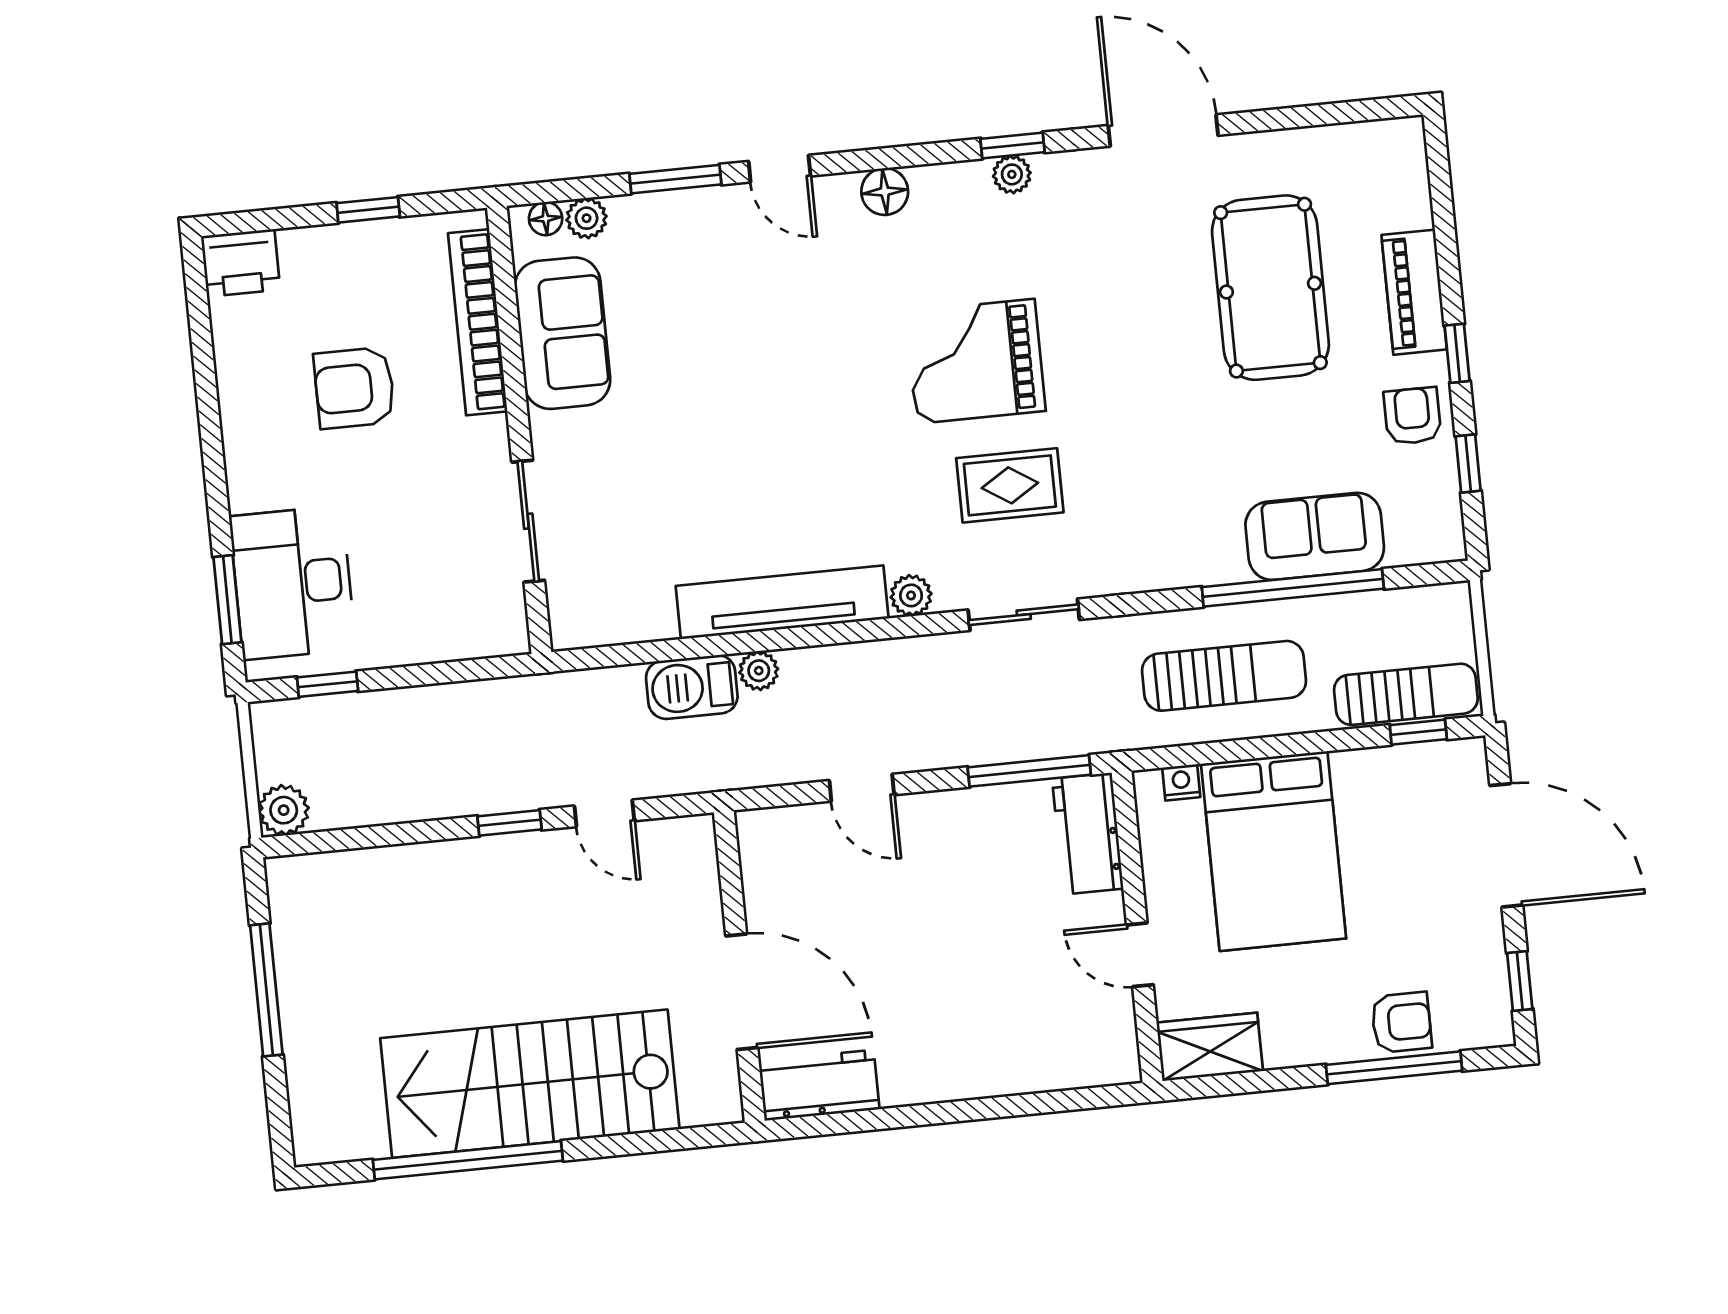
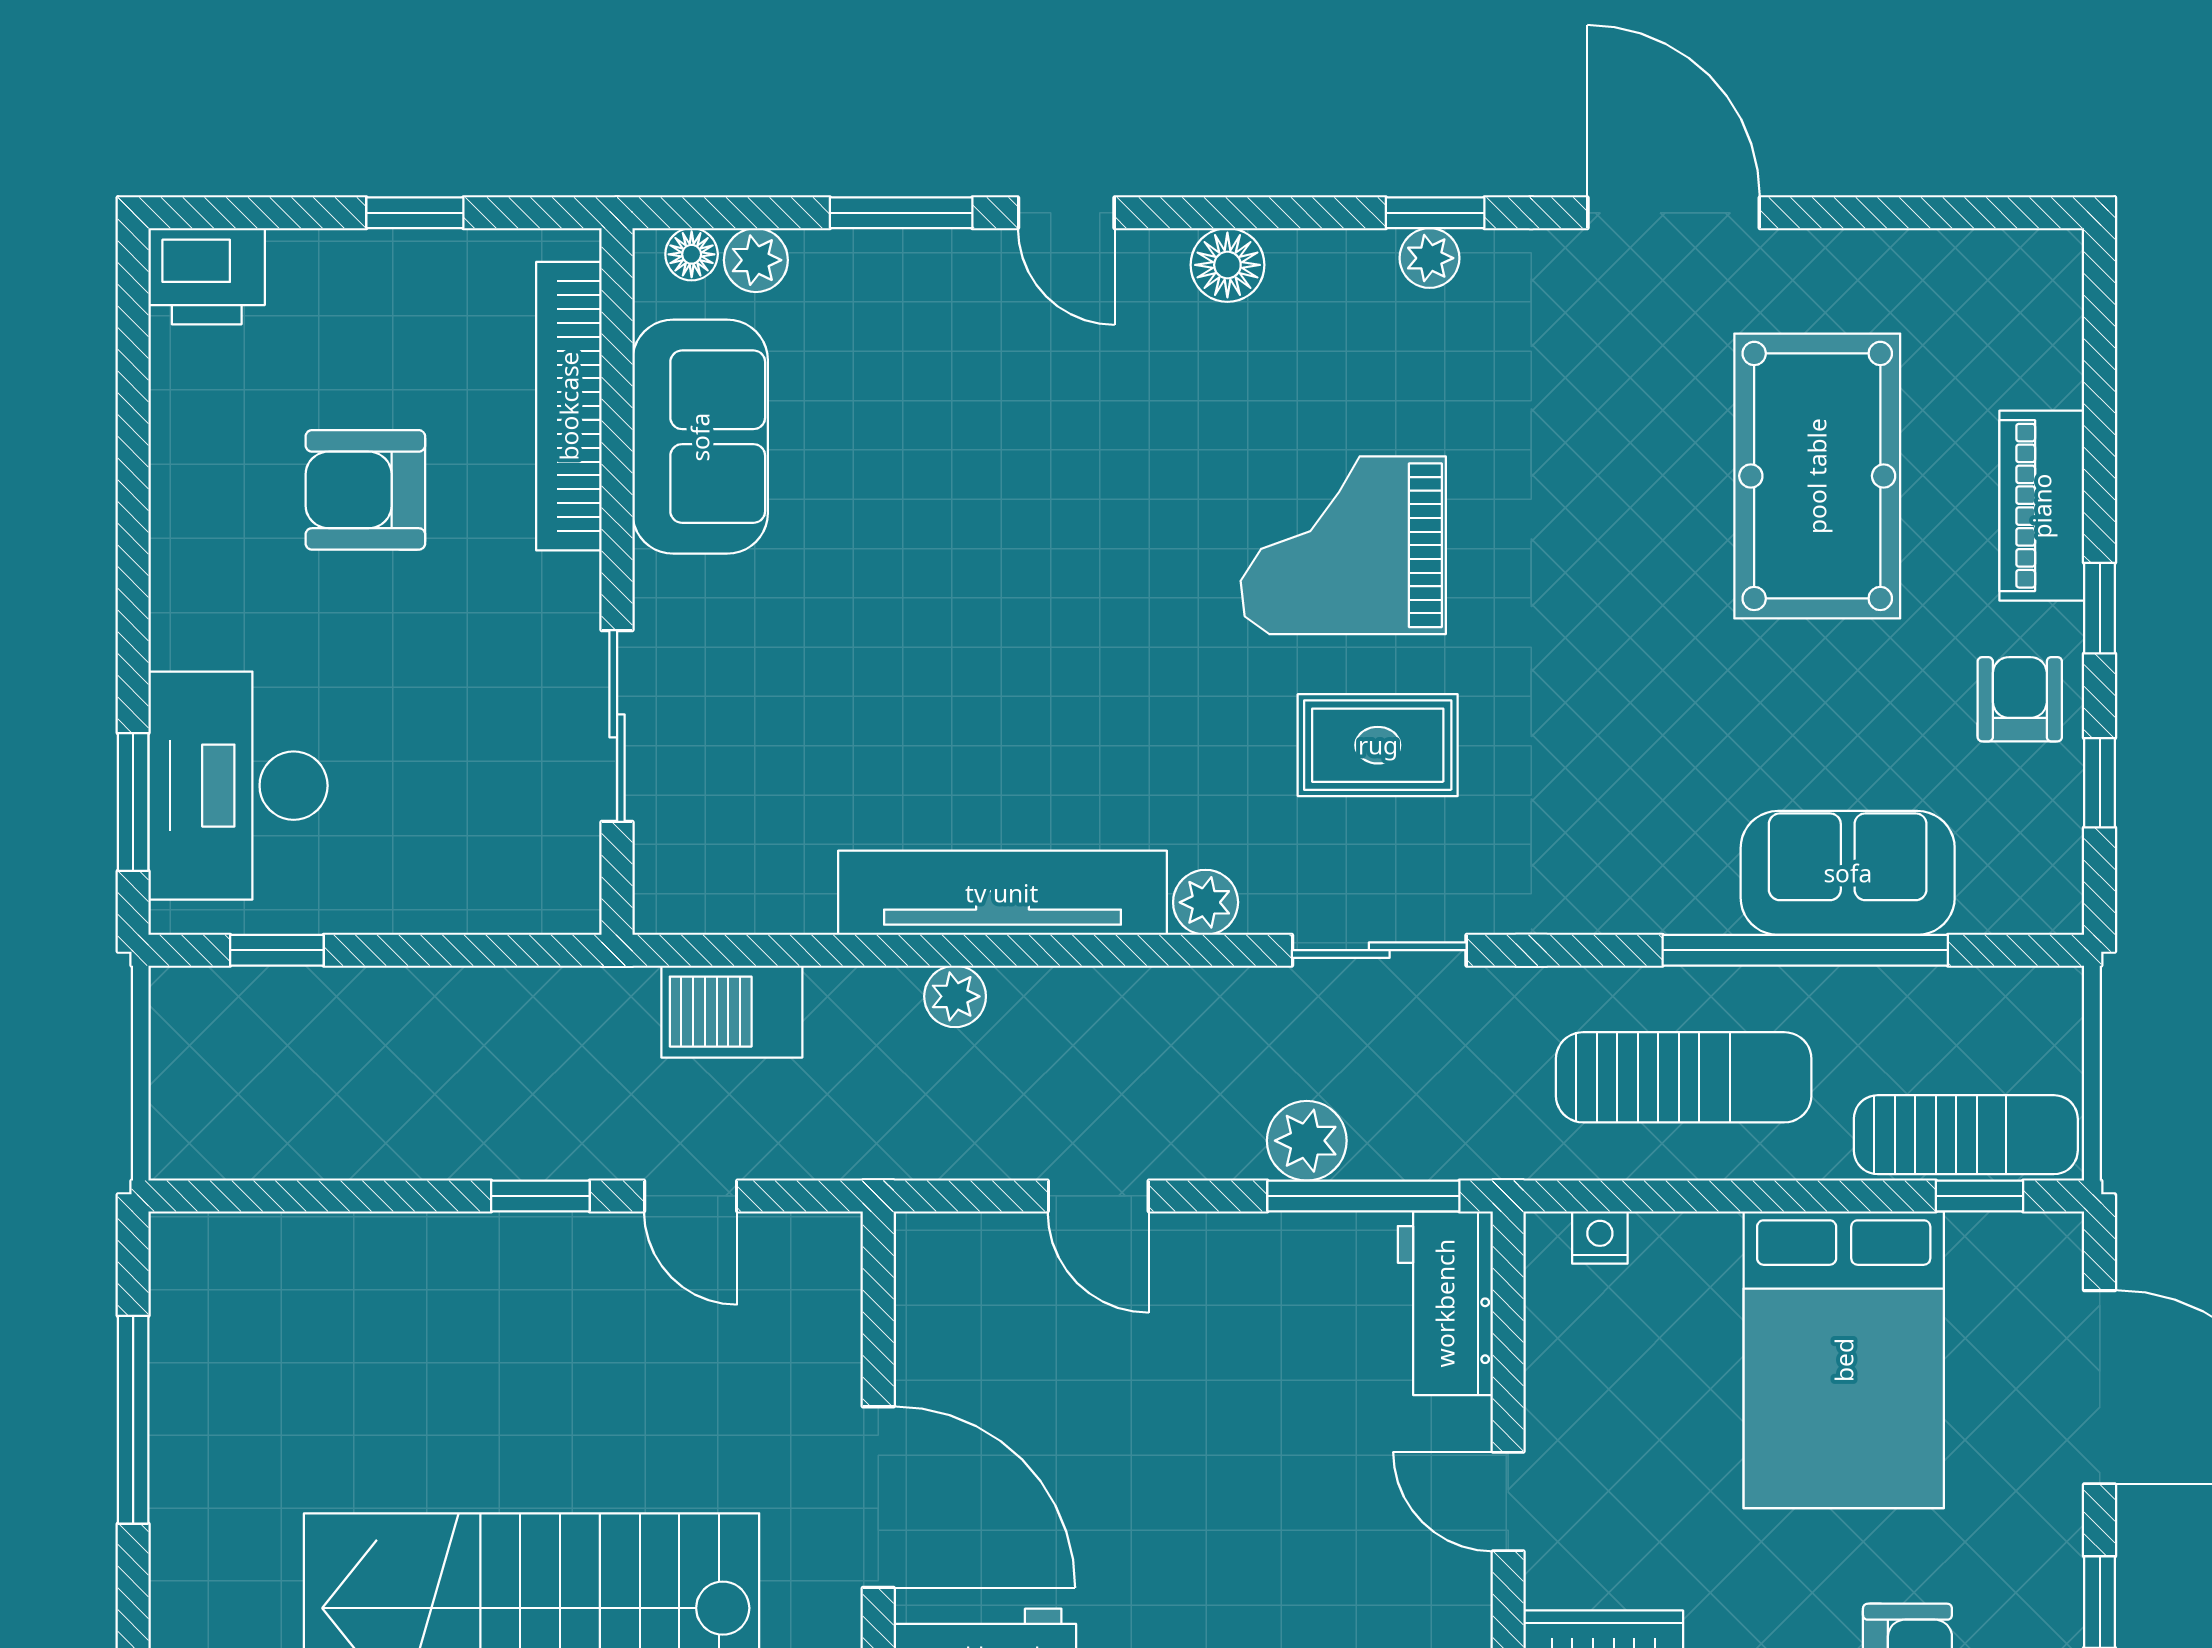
barbecue: (692, 687) -> (732, 1012), moved
plant: (284, 810) -> (1307, 1141), moved
bed: (1274, 851) -> (1844, 1360), moved

